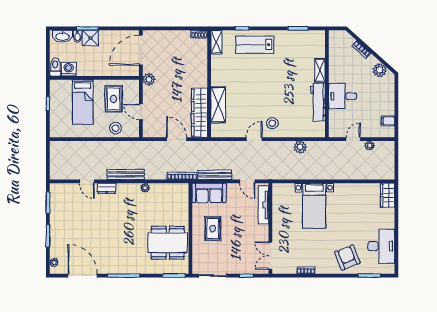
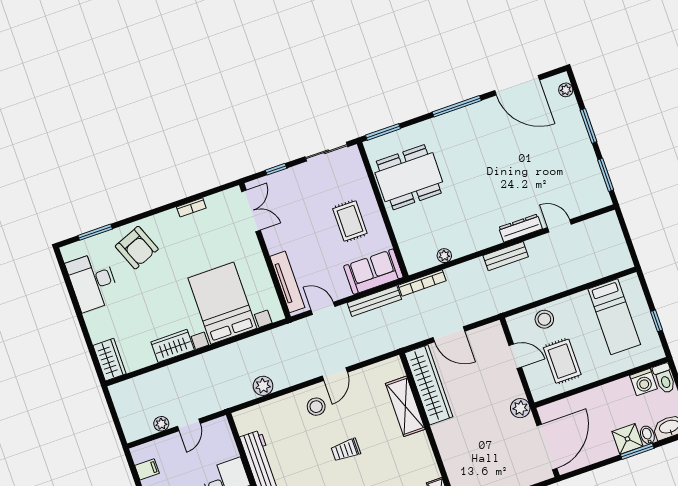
trolley: (263, 91) -> (346, 450), added
bed: (83, 102) -> (614, 317), moved, turned 180
bench: (126, 174) -> (506, 256), width x0.73
dresser: (107, 188) -> (520, 228), width x1.44
plant: (145, 188) -> (444, 256), moved
wardrobe: (346, 190) -> (173, 346), added
bed with nightstands: (314, 206) -> (222, 303), width x1.36

